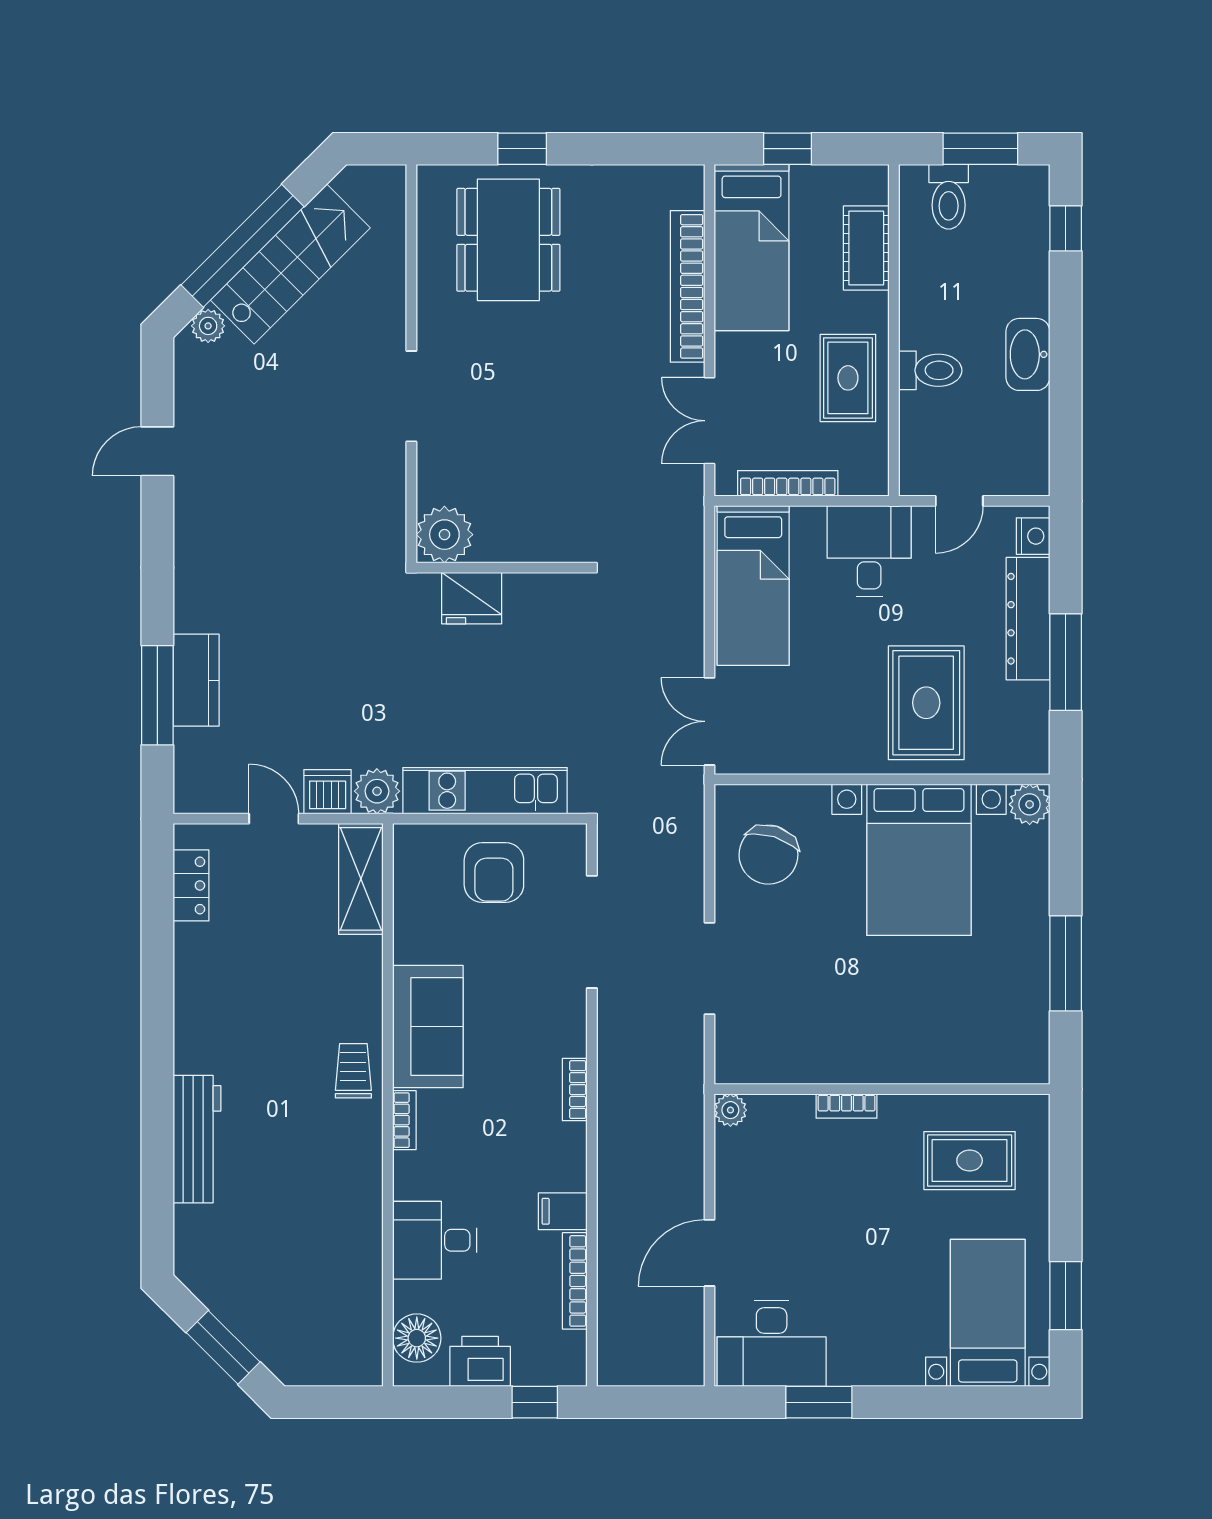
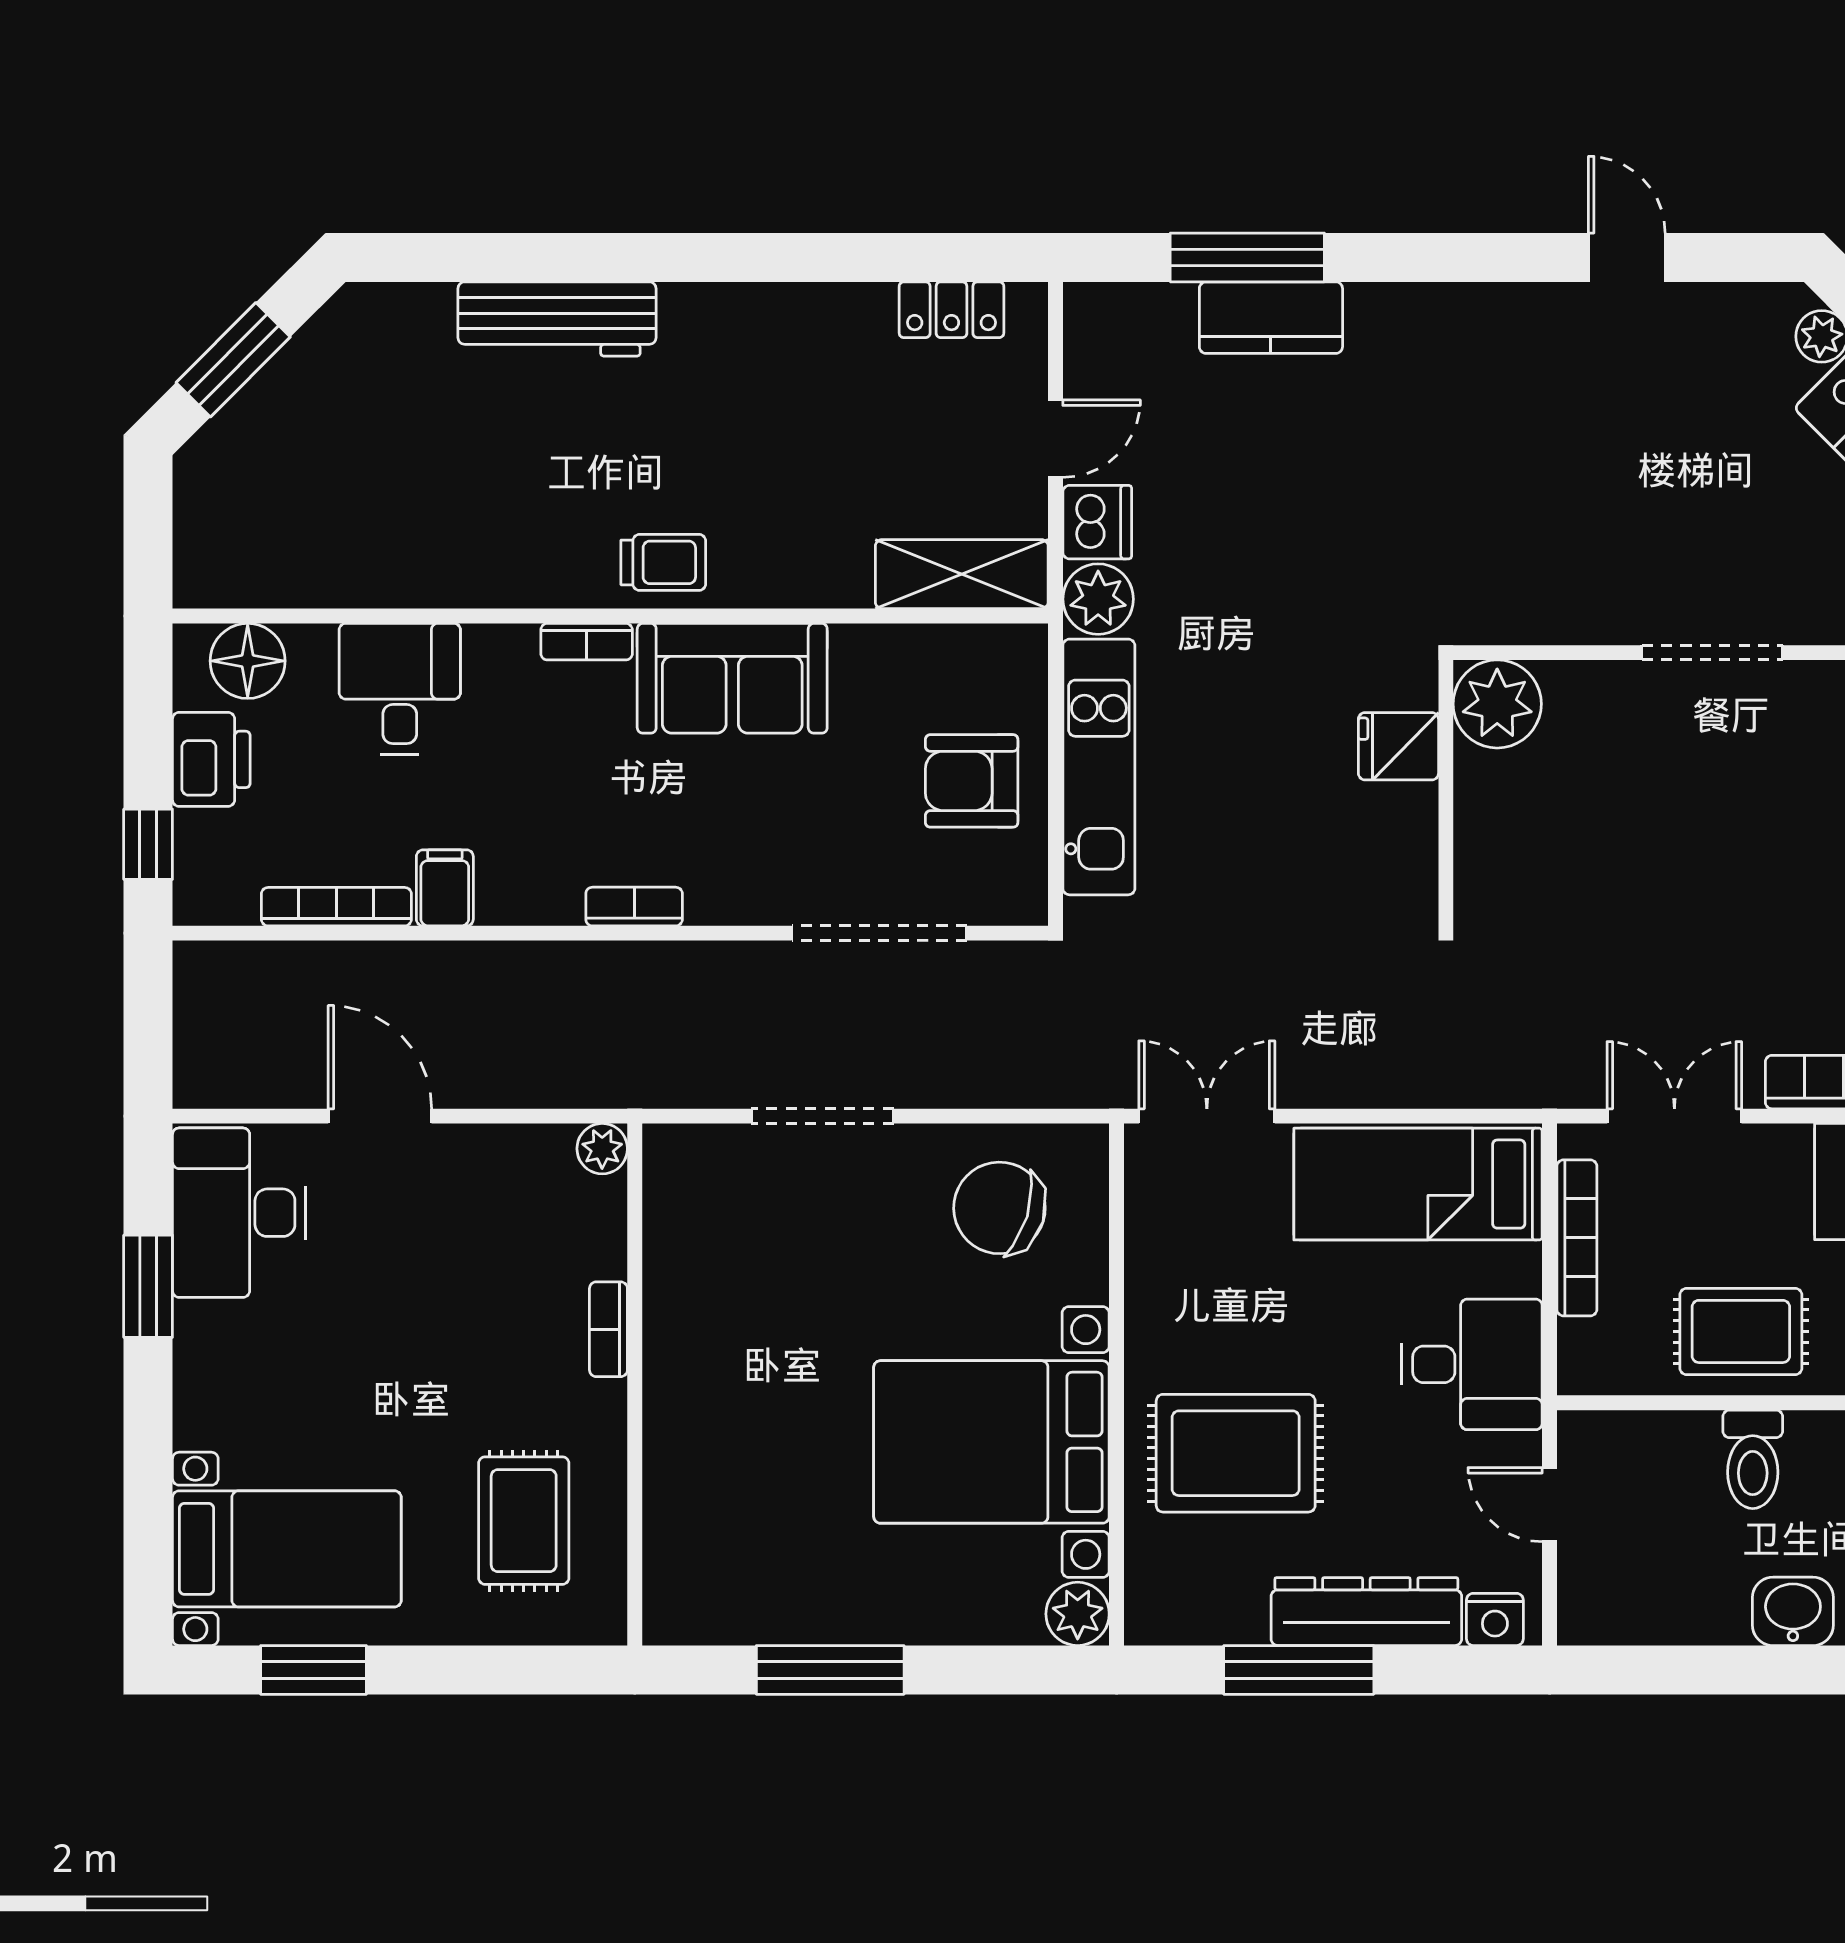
washbasin: (1028, 354) -> (1793, 1611), width x0.72
fridge: (472, 598) -> (1398, 746), width x0.72

